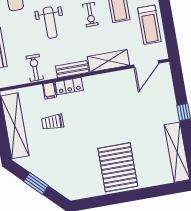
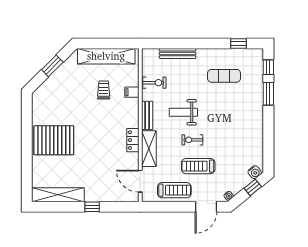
weight bench: (50, 23) -> (183, 112), moved
treadmill: (149, 25) -> (174, 190), turned 180
locker: (69, 86) -> (133, 140), moved

